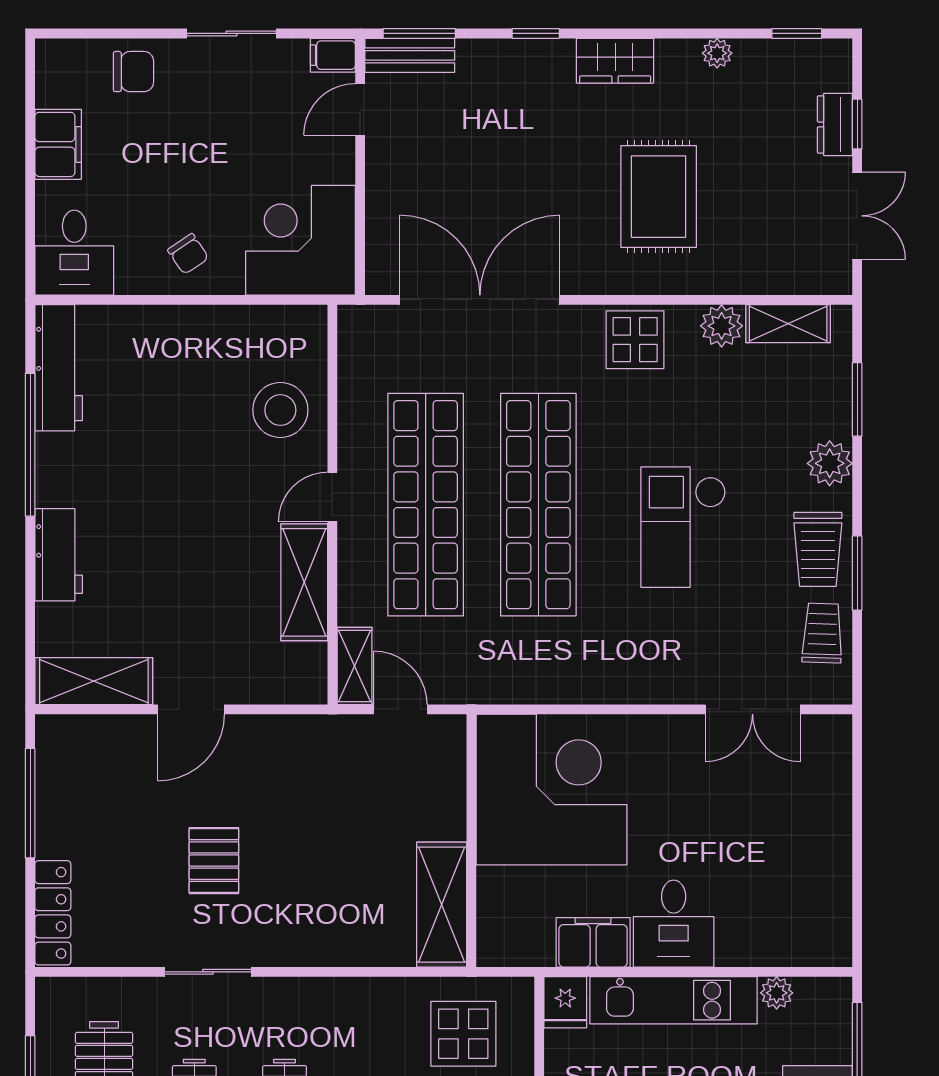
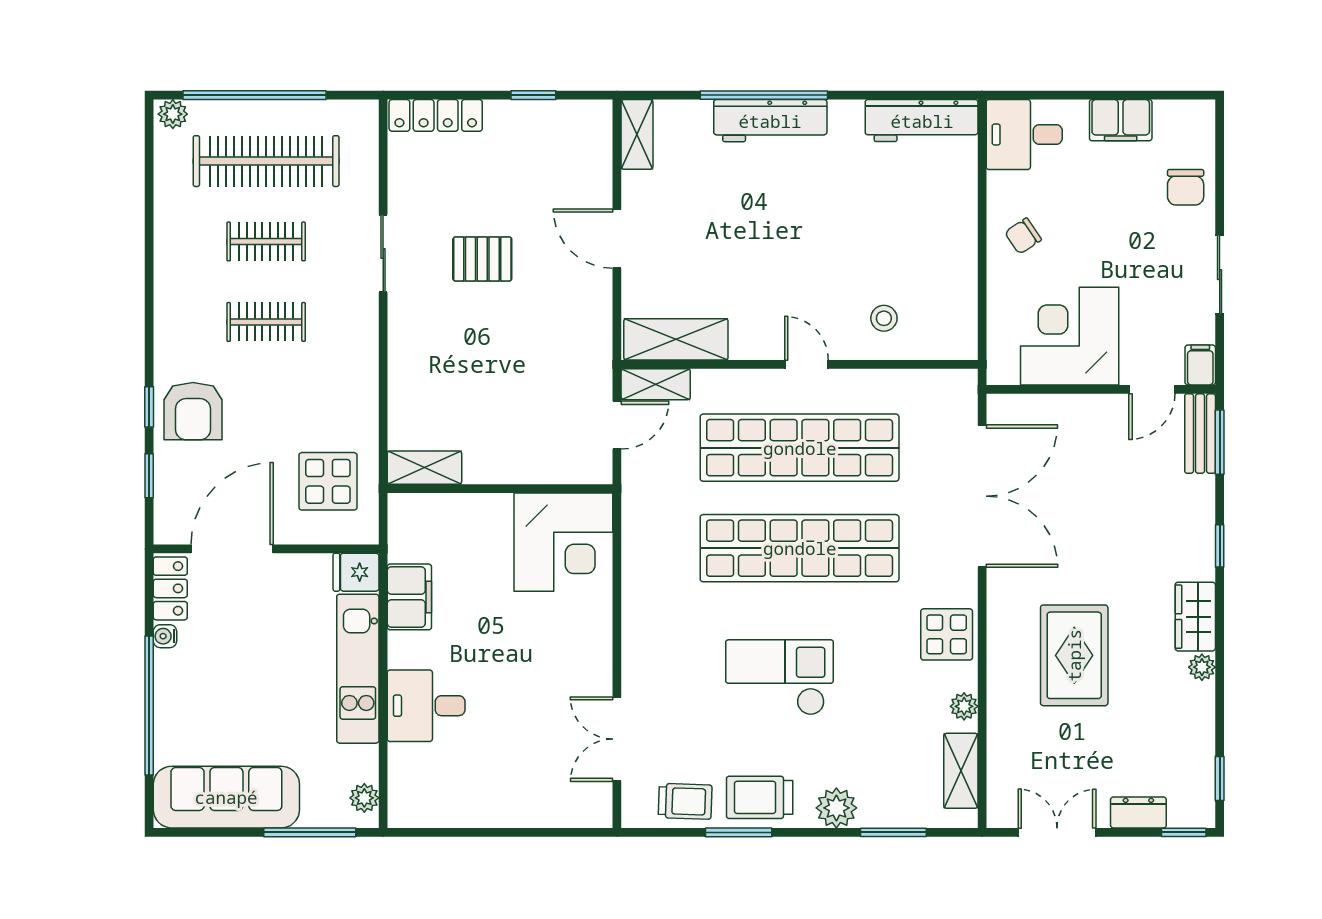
plant: (717, 53) -> (1202, 667), moved
door: (360, 109) -> (1152, 389), swing flipped
window: (857, 124) -> (1184, 832), moved
rug: (659, 197) -> (1074, 655), turned 90
double door: (857, 216) -> (1057, 832), swing flipped
corner desk: (300, 240) -> (1070, 336), moved, turned -90
plant: (722, 326) -> (964, 706), width x0.73, depth x0.73
stool: (280, 410) -> (884, 318), width x0.53, depth x0.53
window: (30, 445) -> (764, 95), moved
workbench: (59, 555) -> (770, 121), width x1.38
shelving: (304, 582) -> (676, 339), moved
shelving: (94, 681) -> (637, 134), width x0.67, depth x0.75
corner desk: (552, 790) -> (563, 542), width x0.74, depth x0.74
window: (30, 803) -> (533, 95), width x0.46
shelving: (442, 905) -> (424, 468), width x0.67, depth x0.75
desk: (674, 924) -> (426, 706), moved
plant: (777, 993) -> (364, 798), moved

